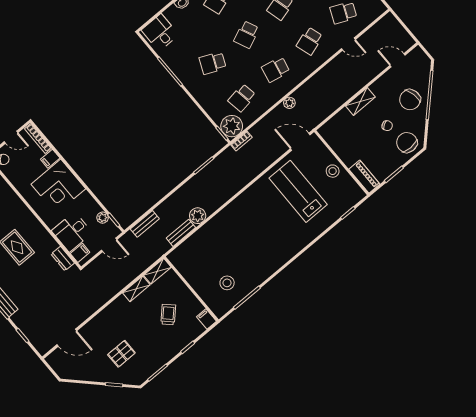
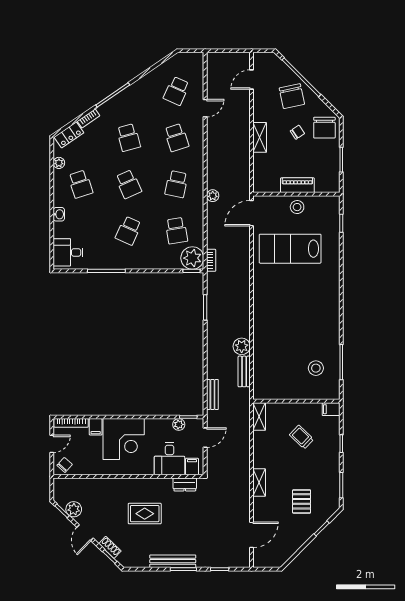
chair: (407, 143) -> (324, 128), turned -90
piano: (364, 177) -> (297, 185), moved
shelving: (136, 289) -> (259, 483), moved

